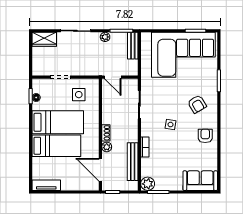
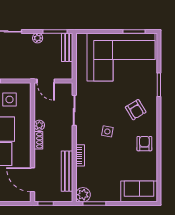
plant: (107, 147) -> (39, 125), moved

